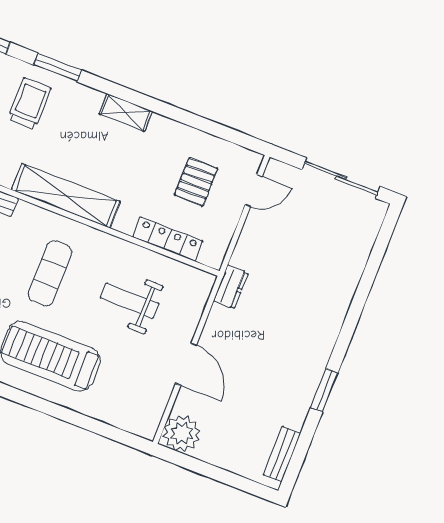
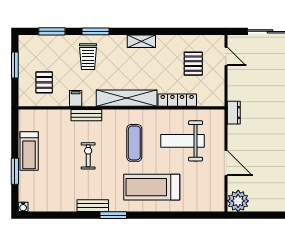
trolley: (29, 104) -> (88, 57), turned 180
door: (254, 191) -> (226, 56), hinge flipped
locker: (168, 239) -> (177, 100), moved
weight bench: (130, 301) -> (183, 141), width x1.36, depth x1.33

